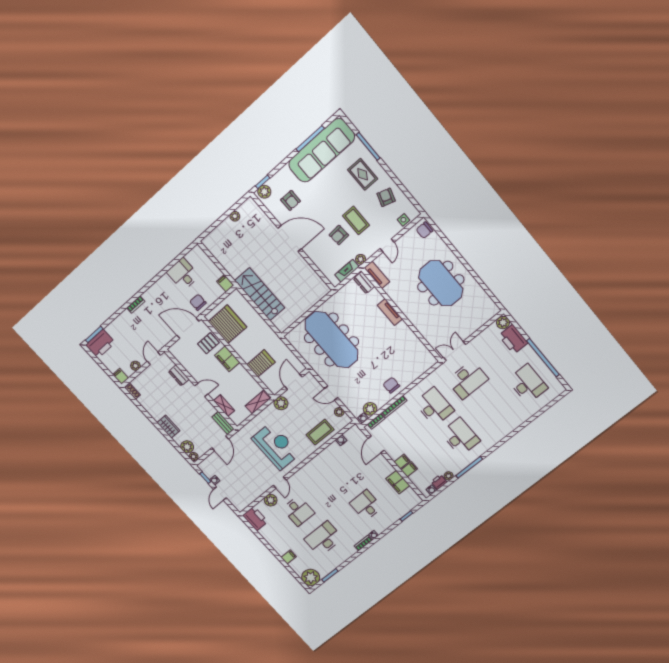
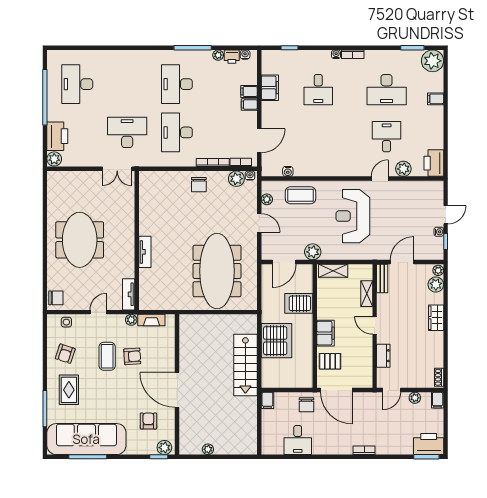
dresser: (364, 282) -> (145, 297), removed
server rack: (227, 324) -> (276, 341), moved, turned 180

